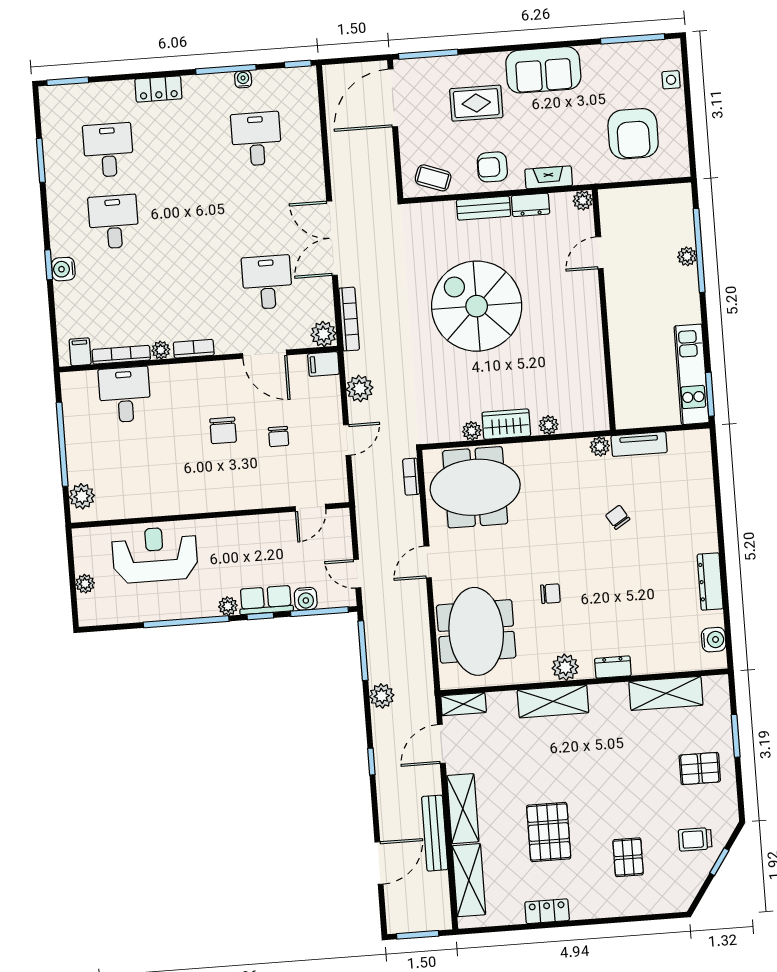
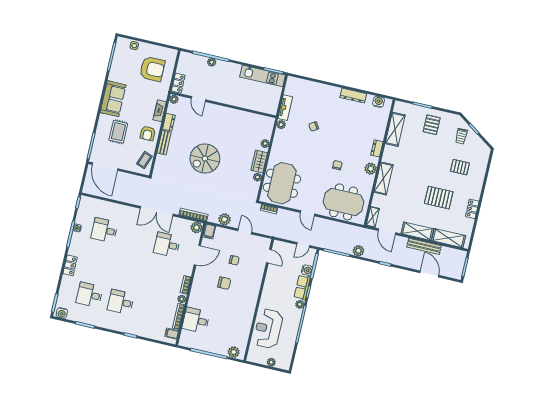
locker: (620, 199) -> (178, 83), added
water cooler: (63, 269) -> (62, 313), moved
spiral stairs: (477, 306) -> (205, 159), width x0.73, depth x0.73

